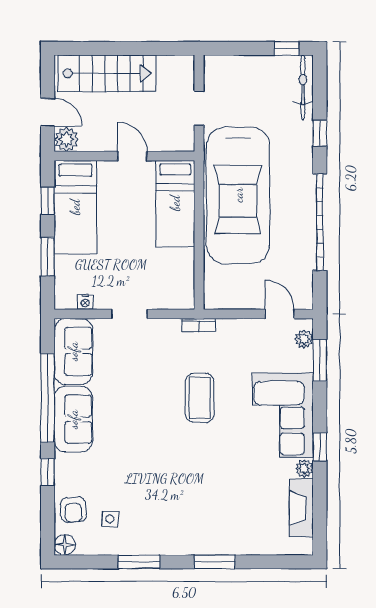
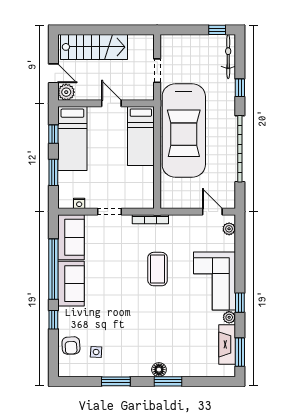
bookcase: (199, 325) -> (150, 219), width x1.56
window: (320, 360) -> (240, 352), moved
floor lamp: (65, 545) -> (159, 370), moved

